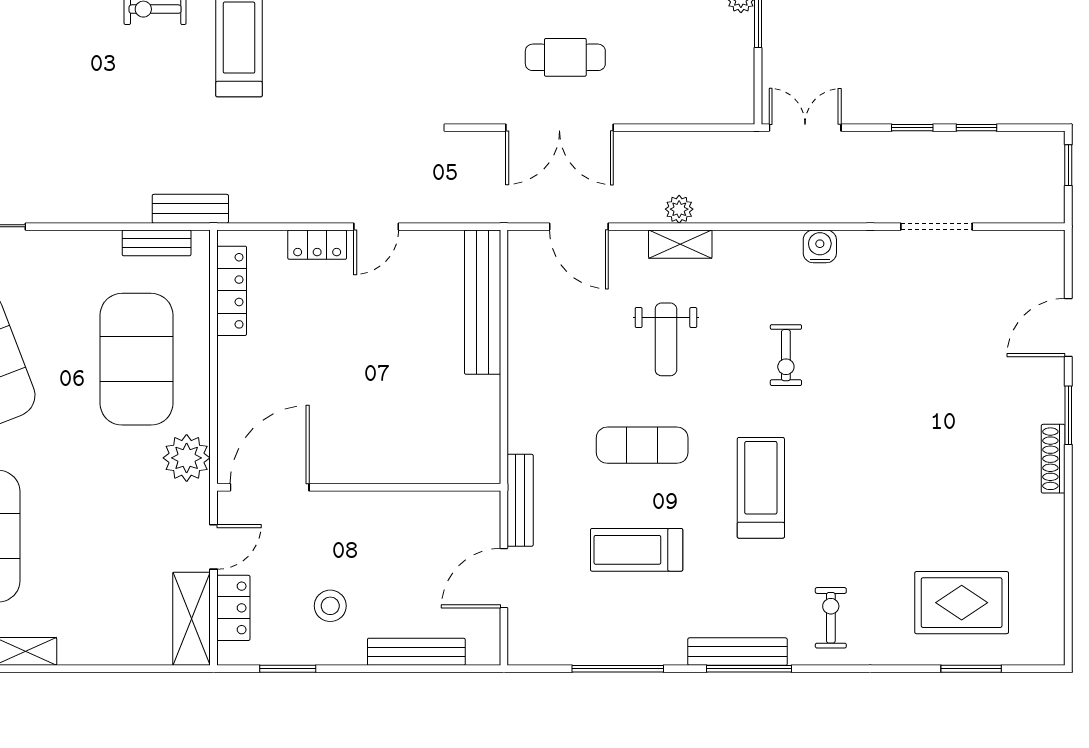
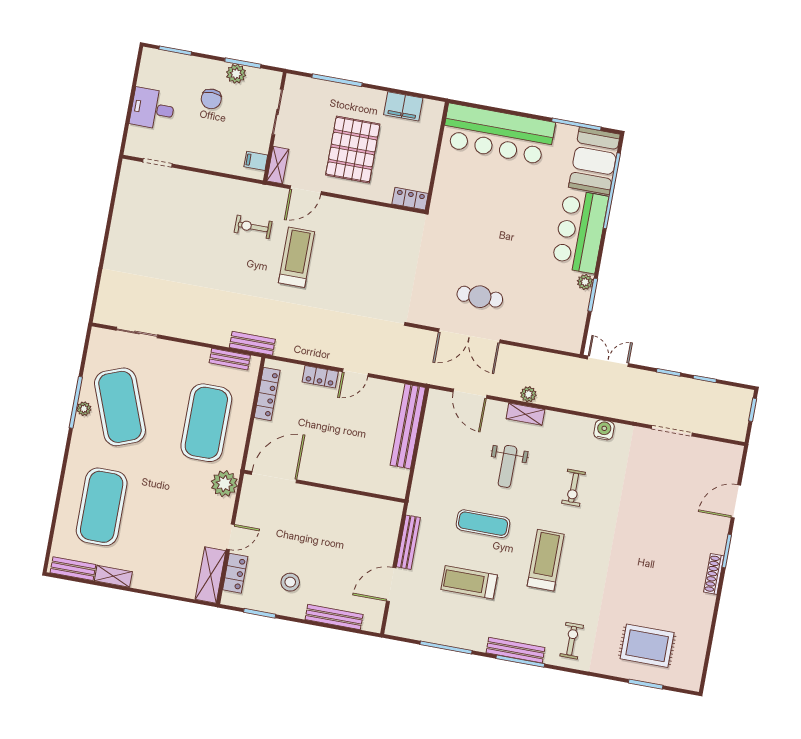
door: (270, 487) -> (274, 477), moved
wall: (359, 487) -> (324, 486), moved

